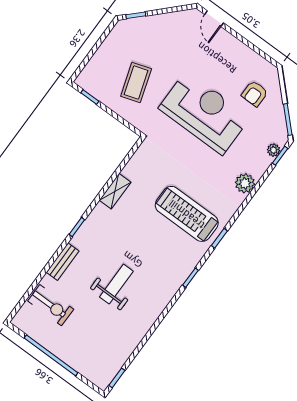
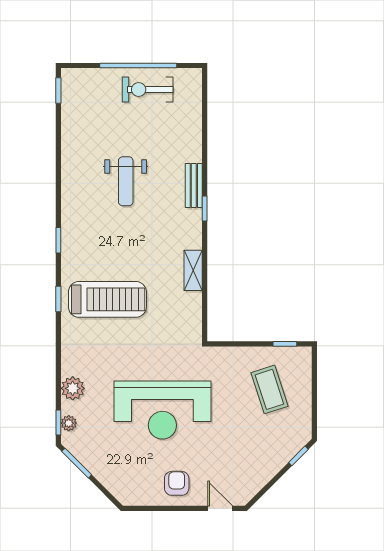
coffee table: (136, 82) -> (269, 389), moved
armchair: (255, 94) -> (177, 483), moved
plant: (245, 183) -> (73, 388), moved
bench: (63, 262) -> (194, 186), moved
exercise bike: (51, 305) -> (148, 89), moved

